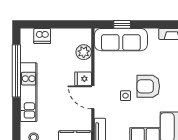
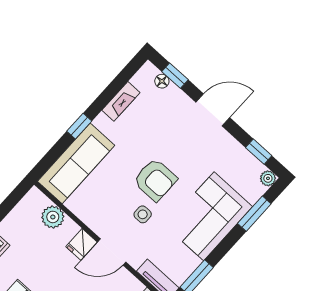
window: (122, 24) -> (79, 126), moved
armchair: (148, 86) -> (155, 180), turned -90

